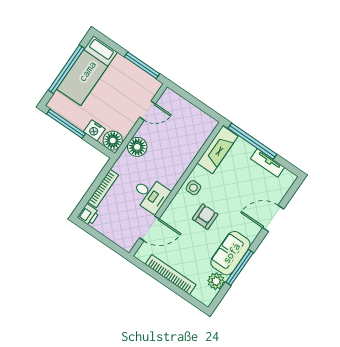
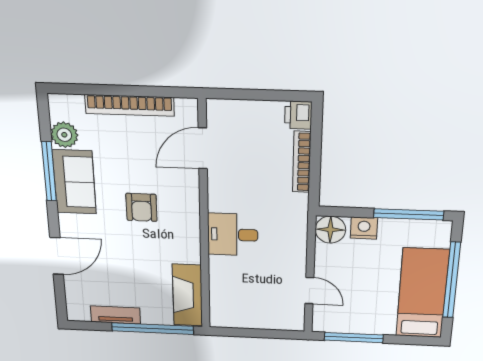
door: (148, 111) -> (309, 291), swing flipped
floor lamp: (137, 147) -> (292, 240), removed
side table: (193, 188) -> (183, 233), removed
desk: (150, 195) -> (233, 235), moved

